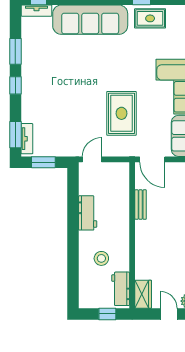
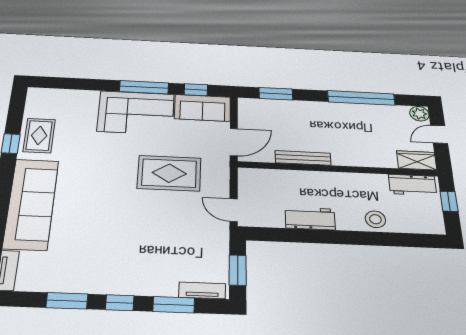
window: (15, 135) -> (174, 305), moved
bench: (141, 205) -> (303, 158), width x1.36
stool: (101, 258) -> (375, 219), moved

